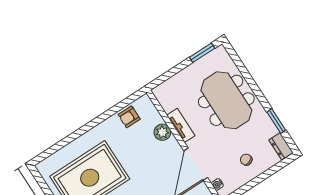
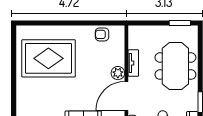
plant: (162, 132) -> (118, 73), moved

